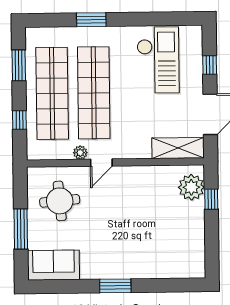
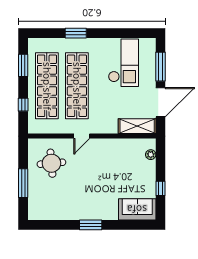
window: (210, 65) -> (161, 67), width x2.17
plant: (80, 153) -> (67, 129), removed
plant: (191, 187) -> (151, 155), width x0.53, depth x0.53
window: (211, 199) -> (161, 188), moved
sofa: (54, 265) -> (137, 209), moved

